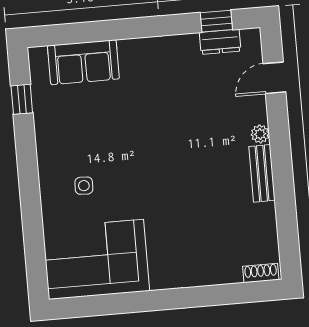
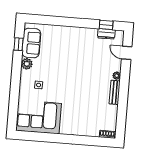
sofa: (83, 62) -> (31, 43), moved, turned -90
door: (274, 78) -> (127, 53), hinge flipped
plant: (48, 141) -> (27, 64), added

